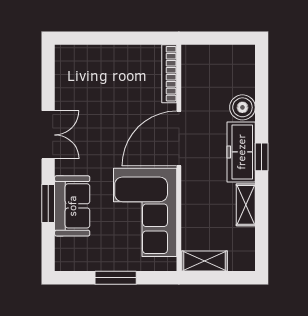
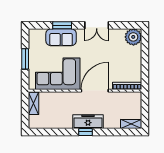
plant: (72, 61) -> (133, 37), added
boiler: (242, 107) -> (110, 122), removed
door: (179, 138) -> (95, 91), hinge flipped
shelving: (246, 205) -> (131, 124), moved

